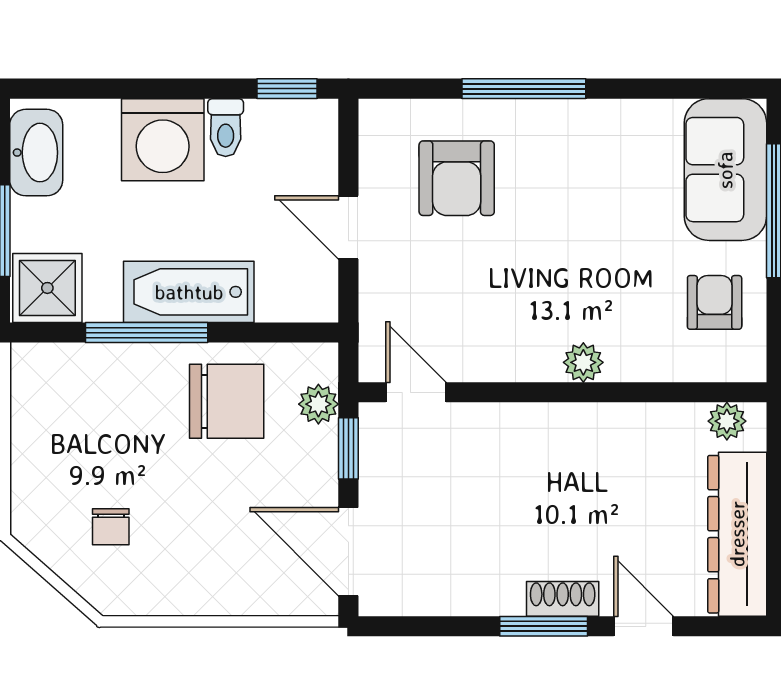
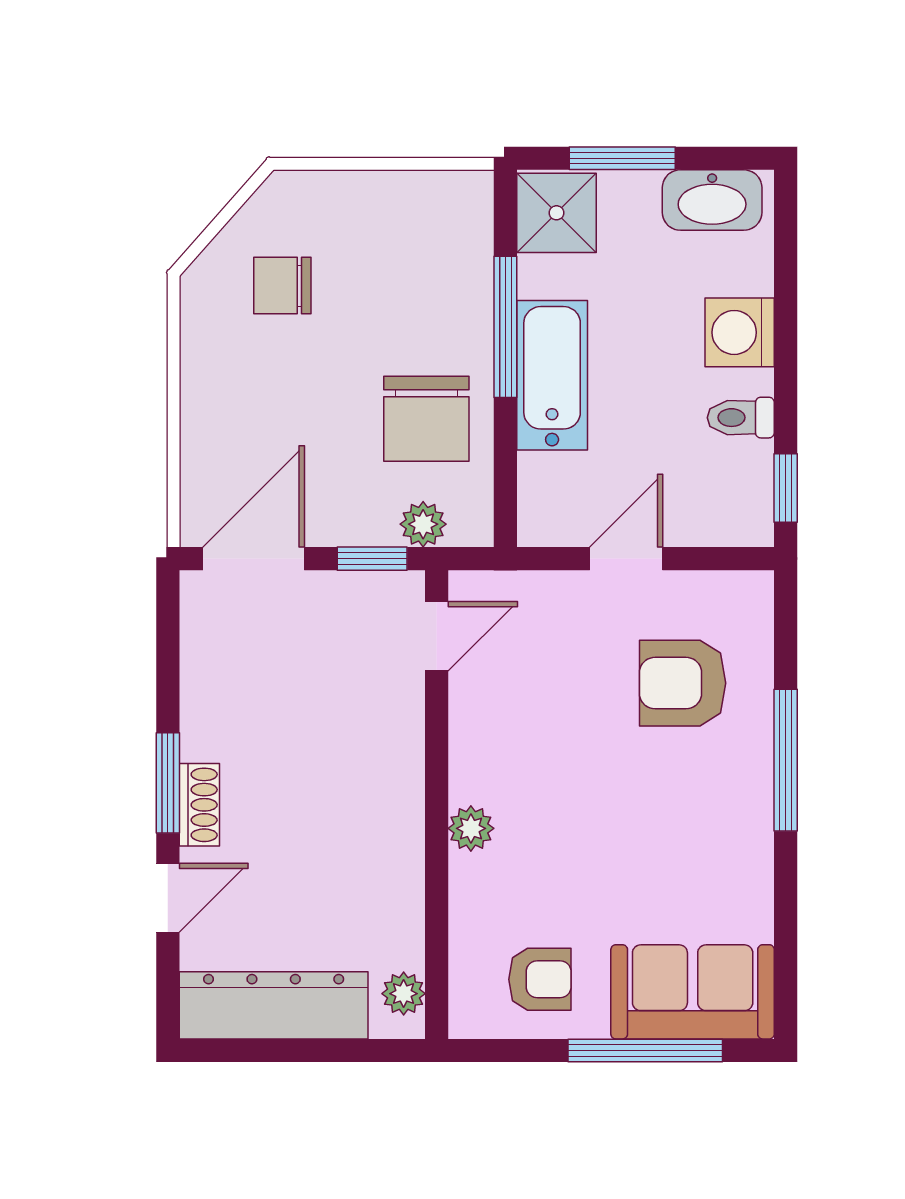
washing machine: (163, 140) -> (740, 332), width x0.73, depth x0.73
chair: (111, 527) -> (282, 286), width x1.37, depth x1.37

